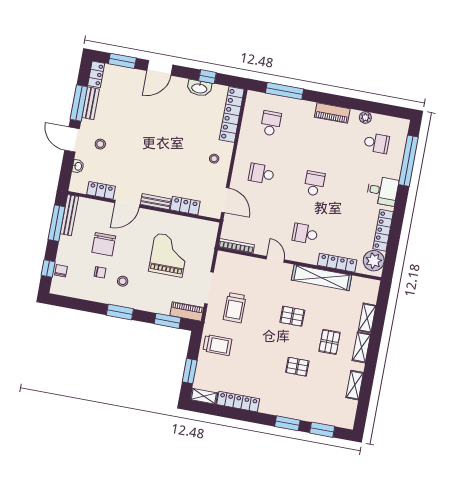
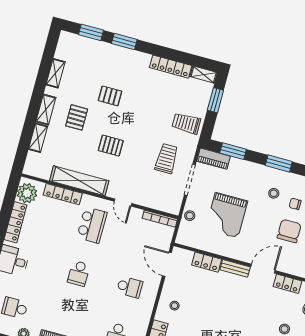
school desk: (305, 234) -> (92, 225), width x1.85
stool: (206, 251) -> (190, 216), added

